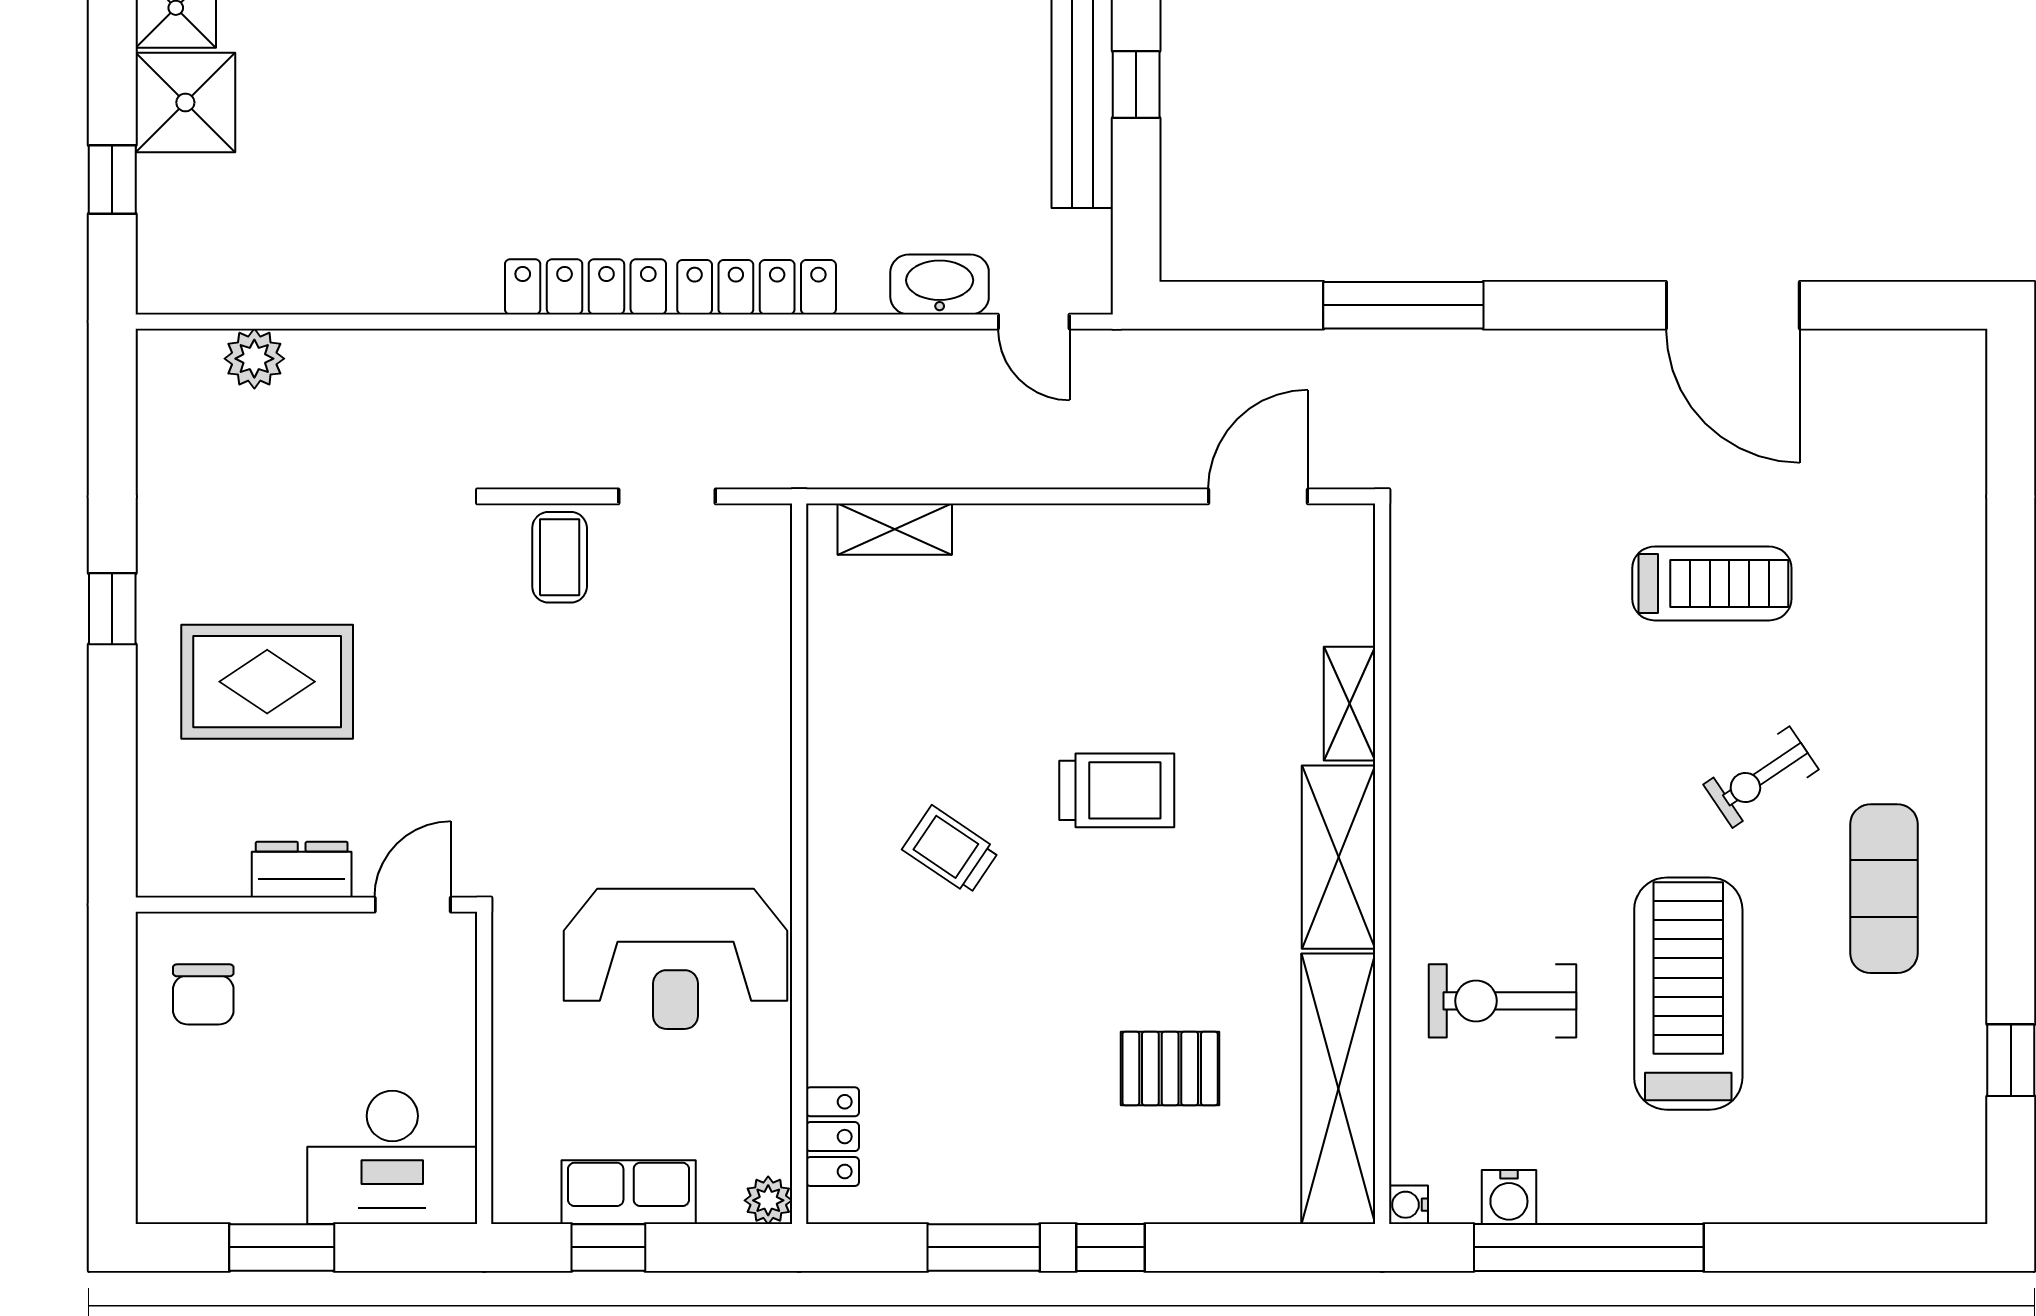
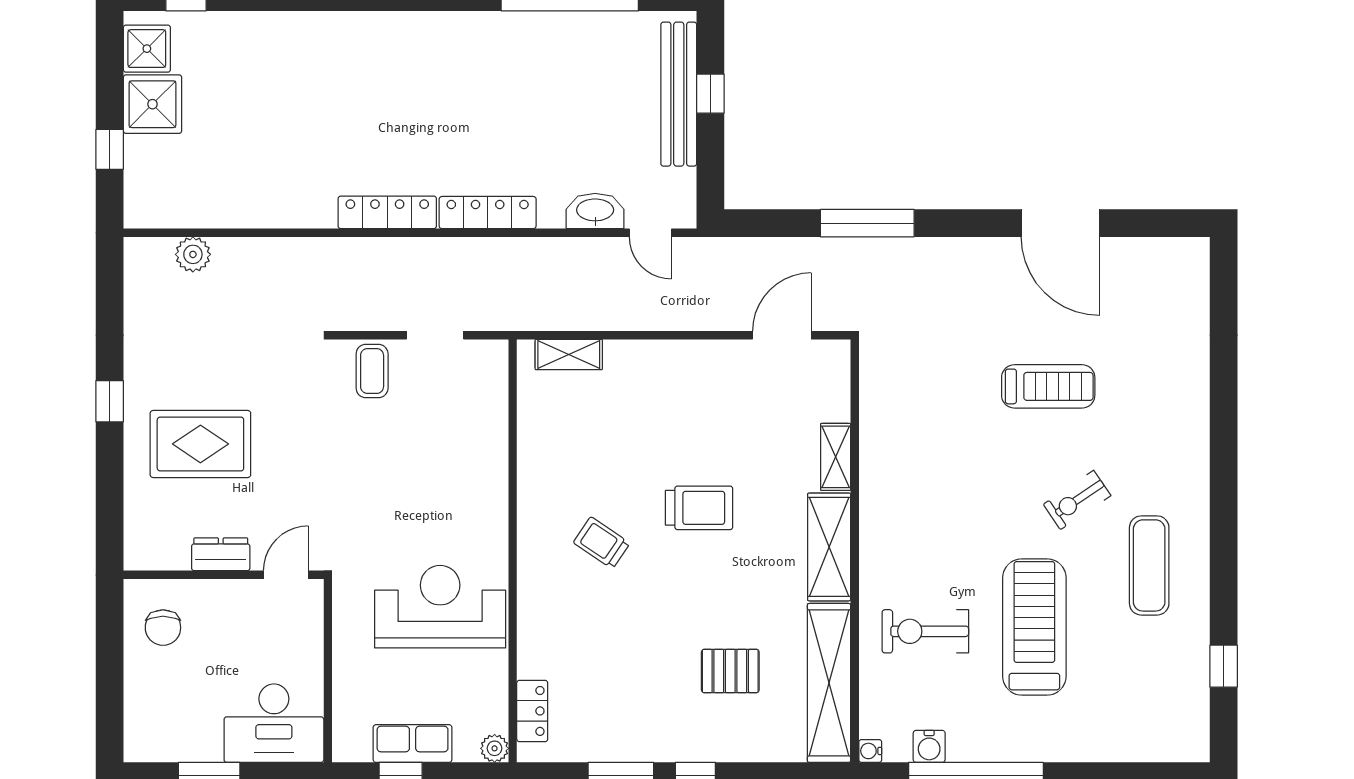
reception desk: (675, 959) -> (440, 607), turned 180

